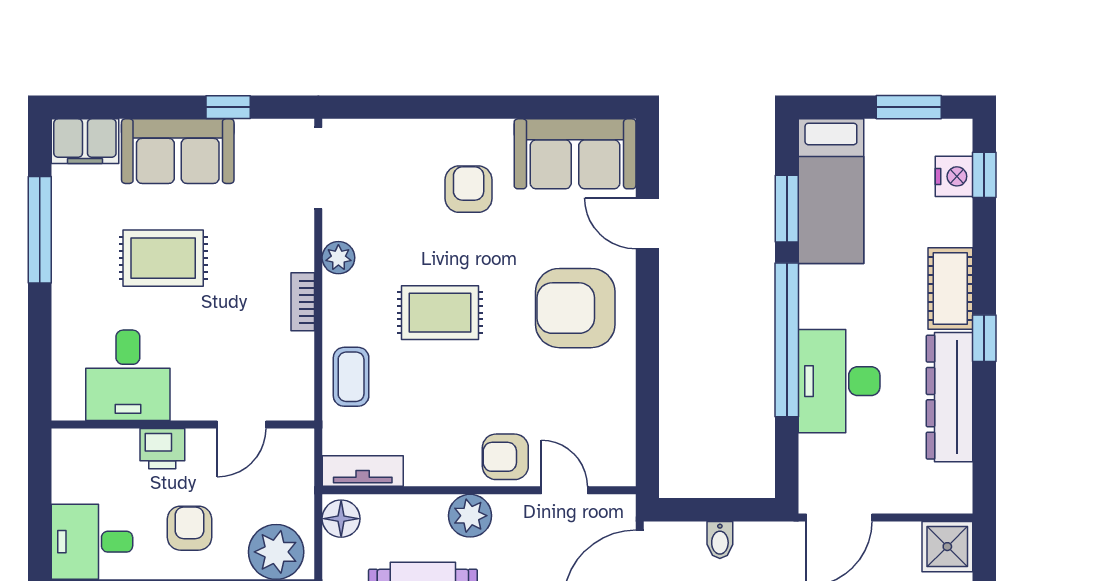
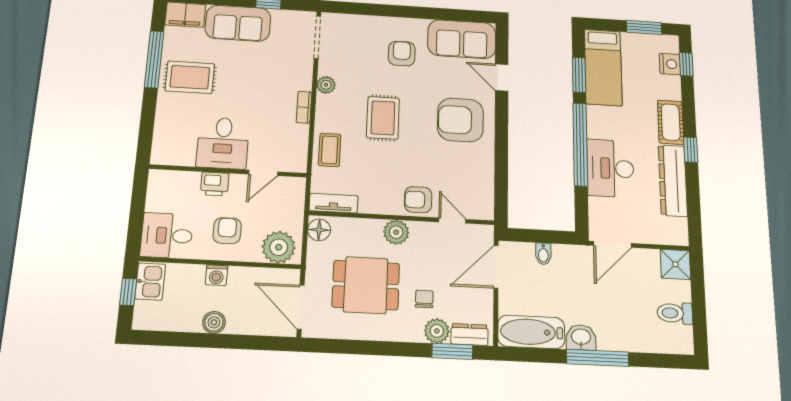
rug: (163, 258) -> (190, 77), moved
rug: (440, 313) -> (383, 118), turned 90
desk: (128, 375) -> (223, 143), moved

